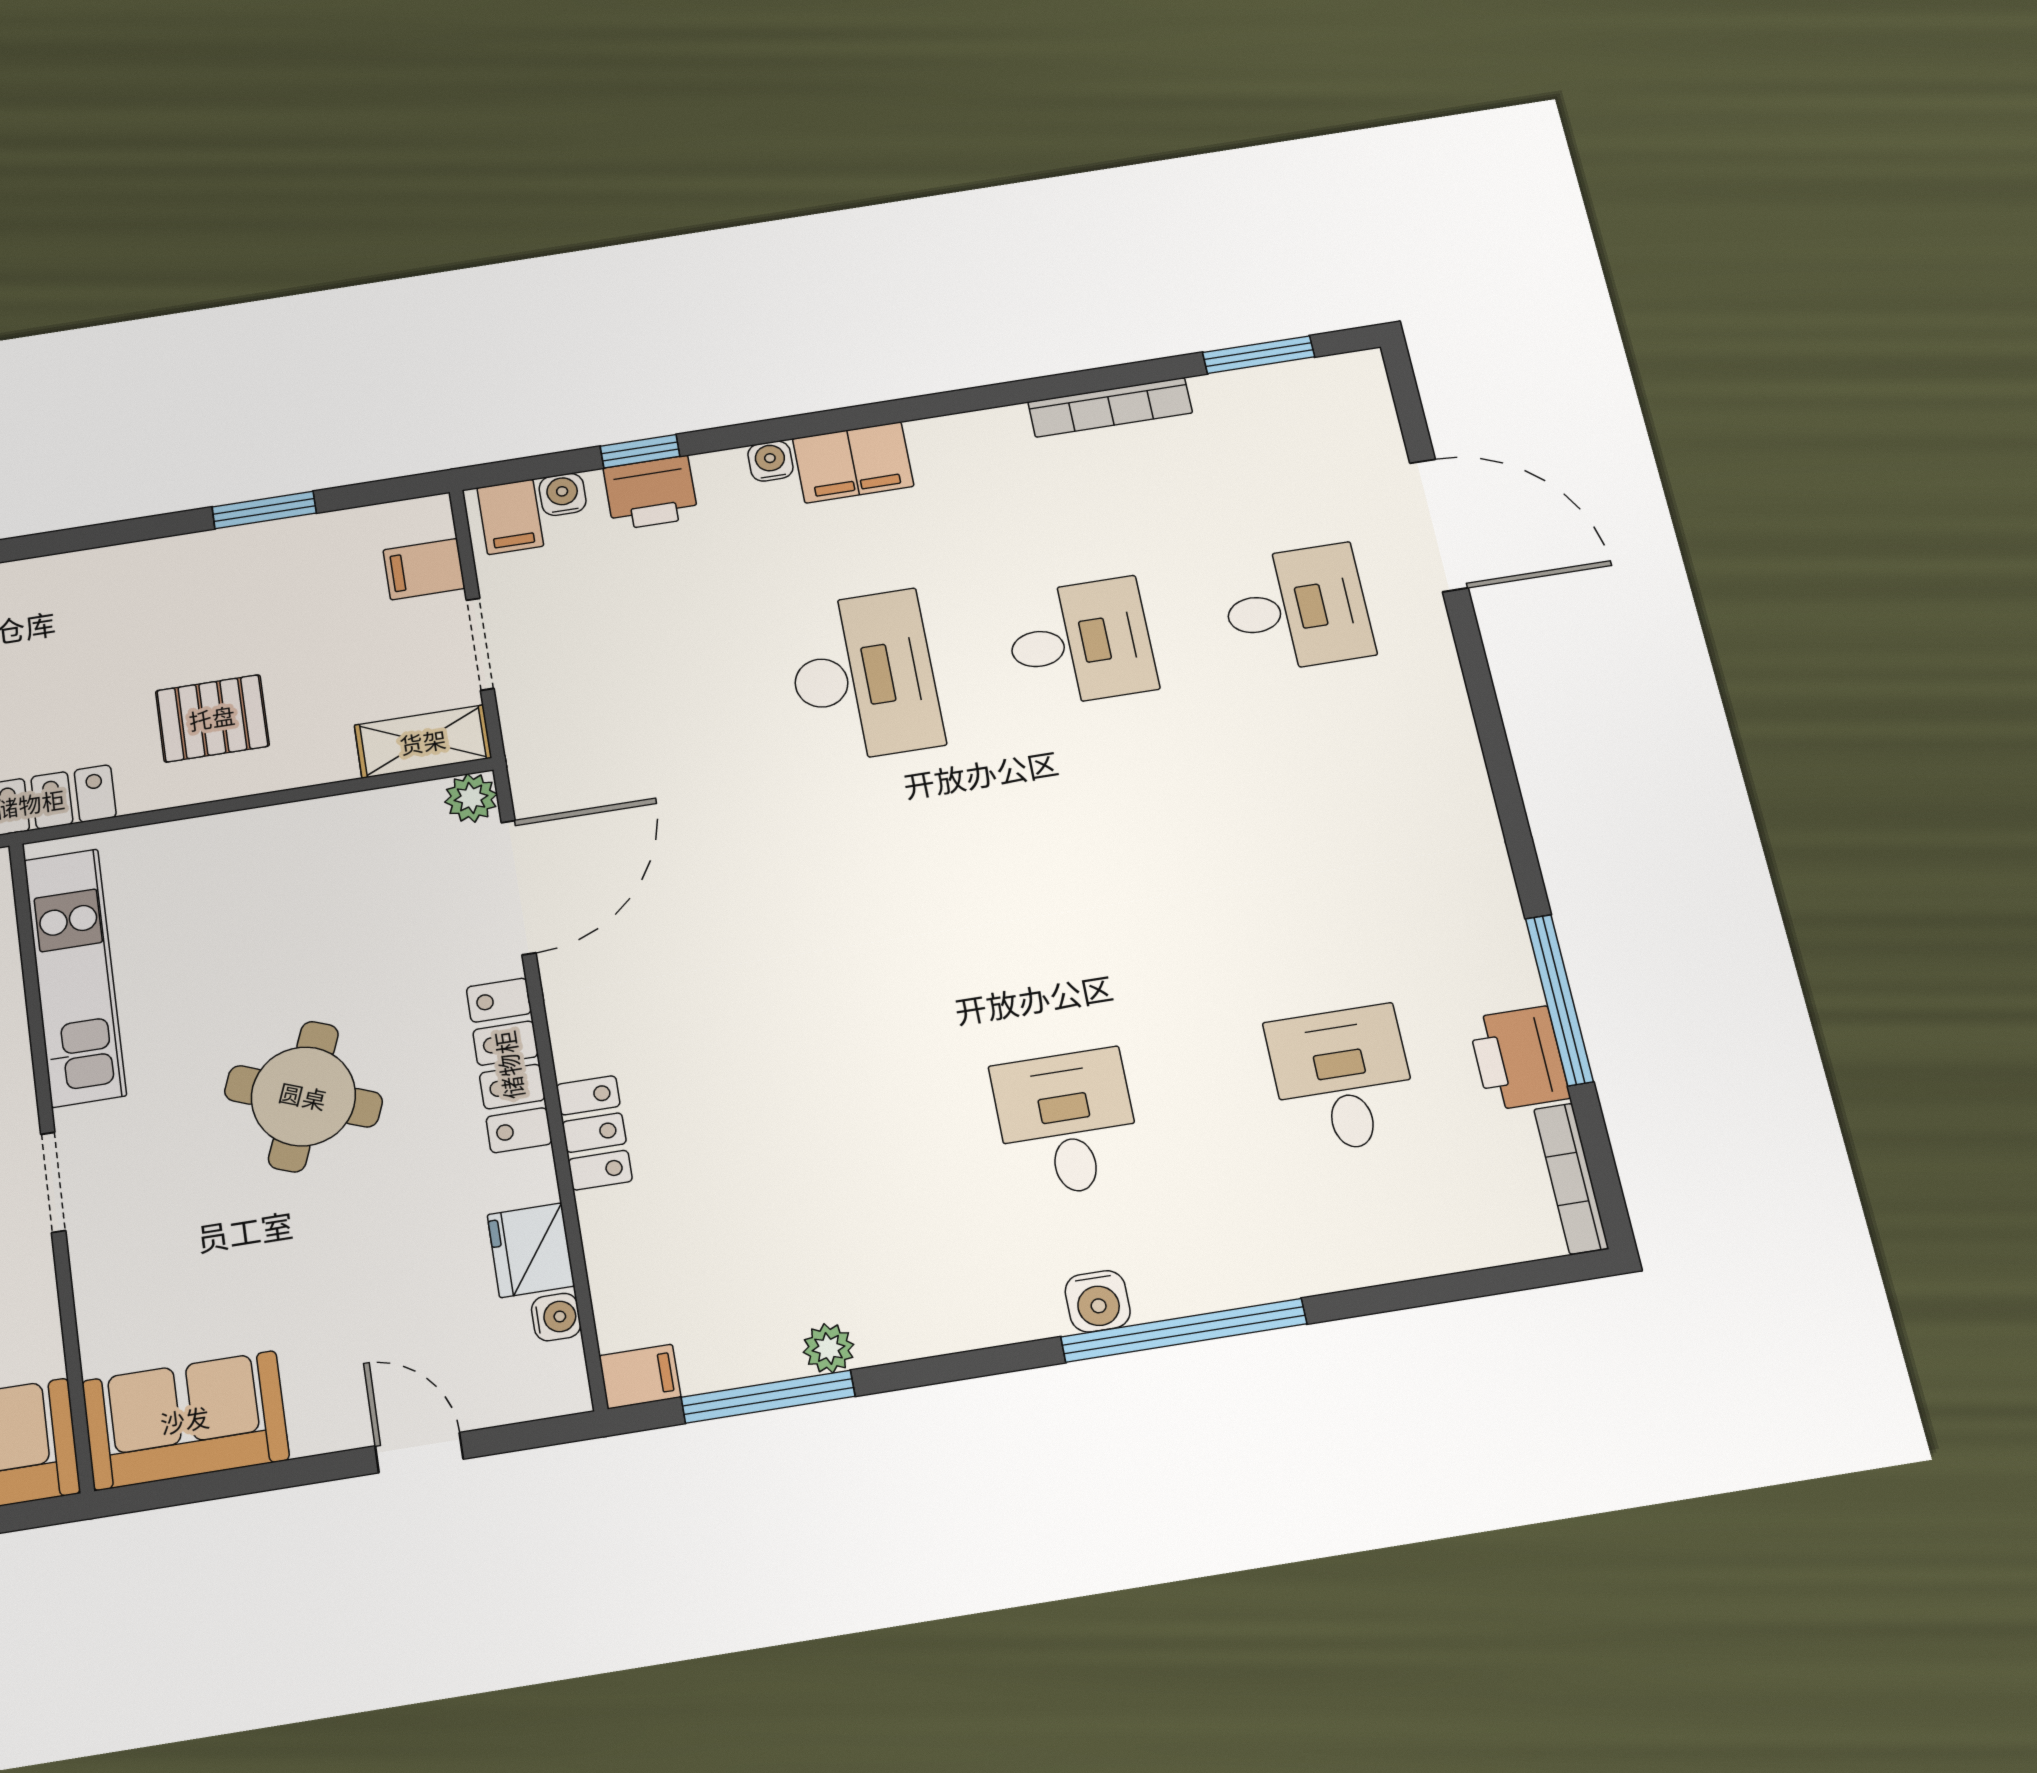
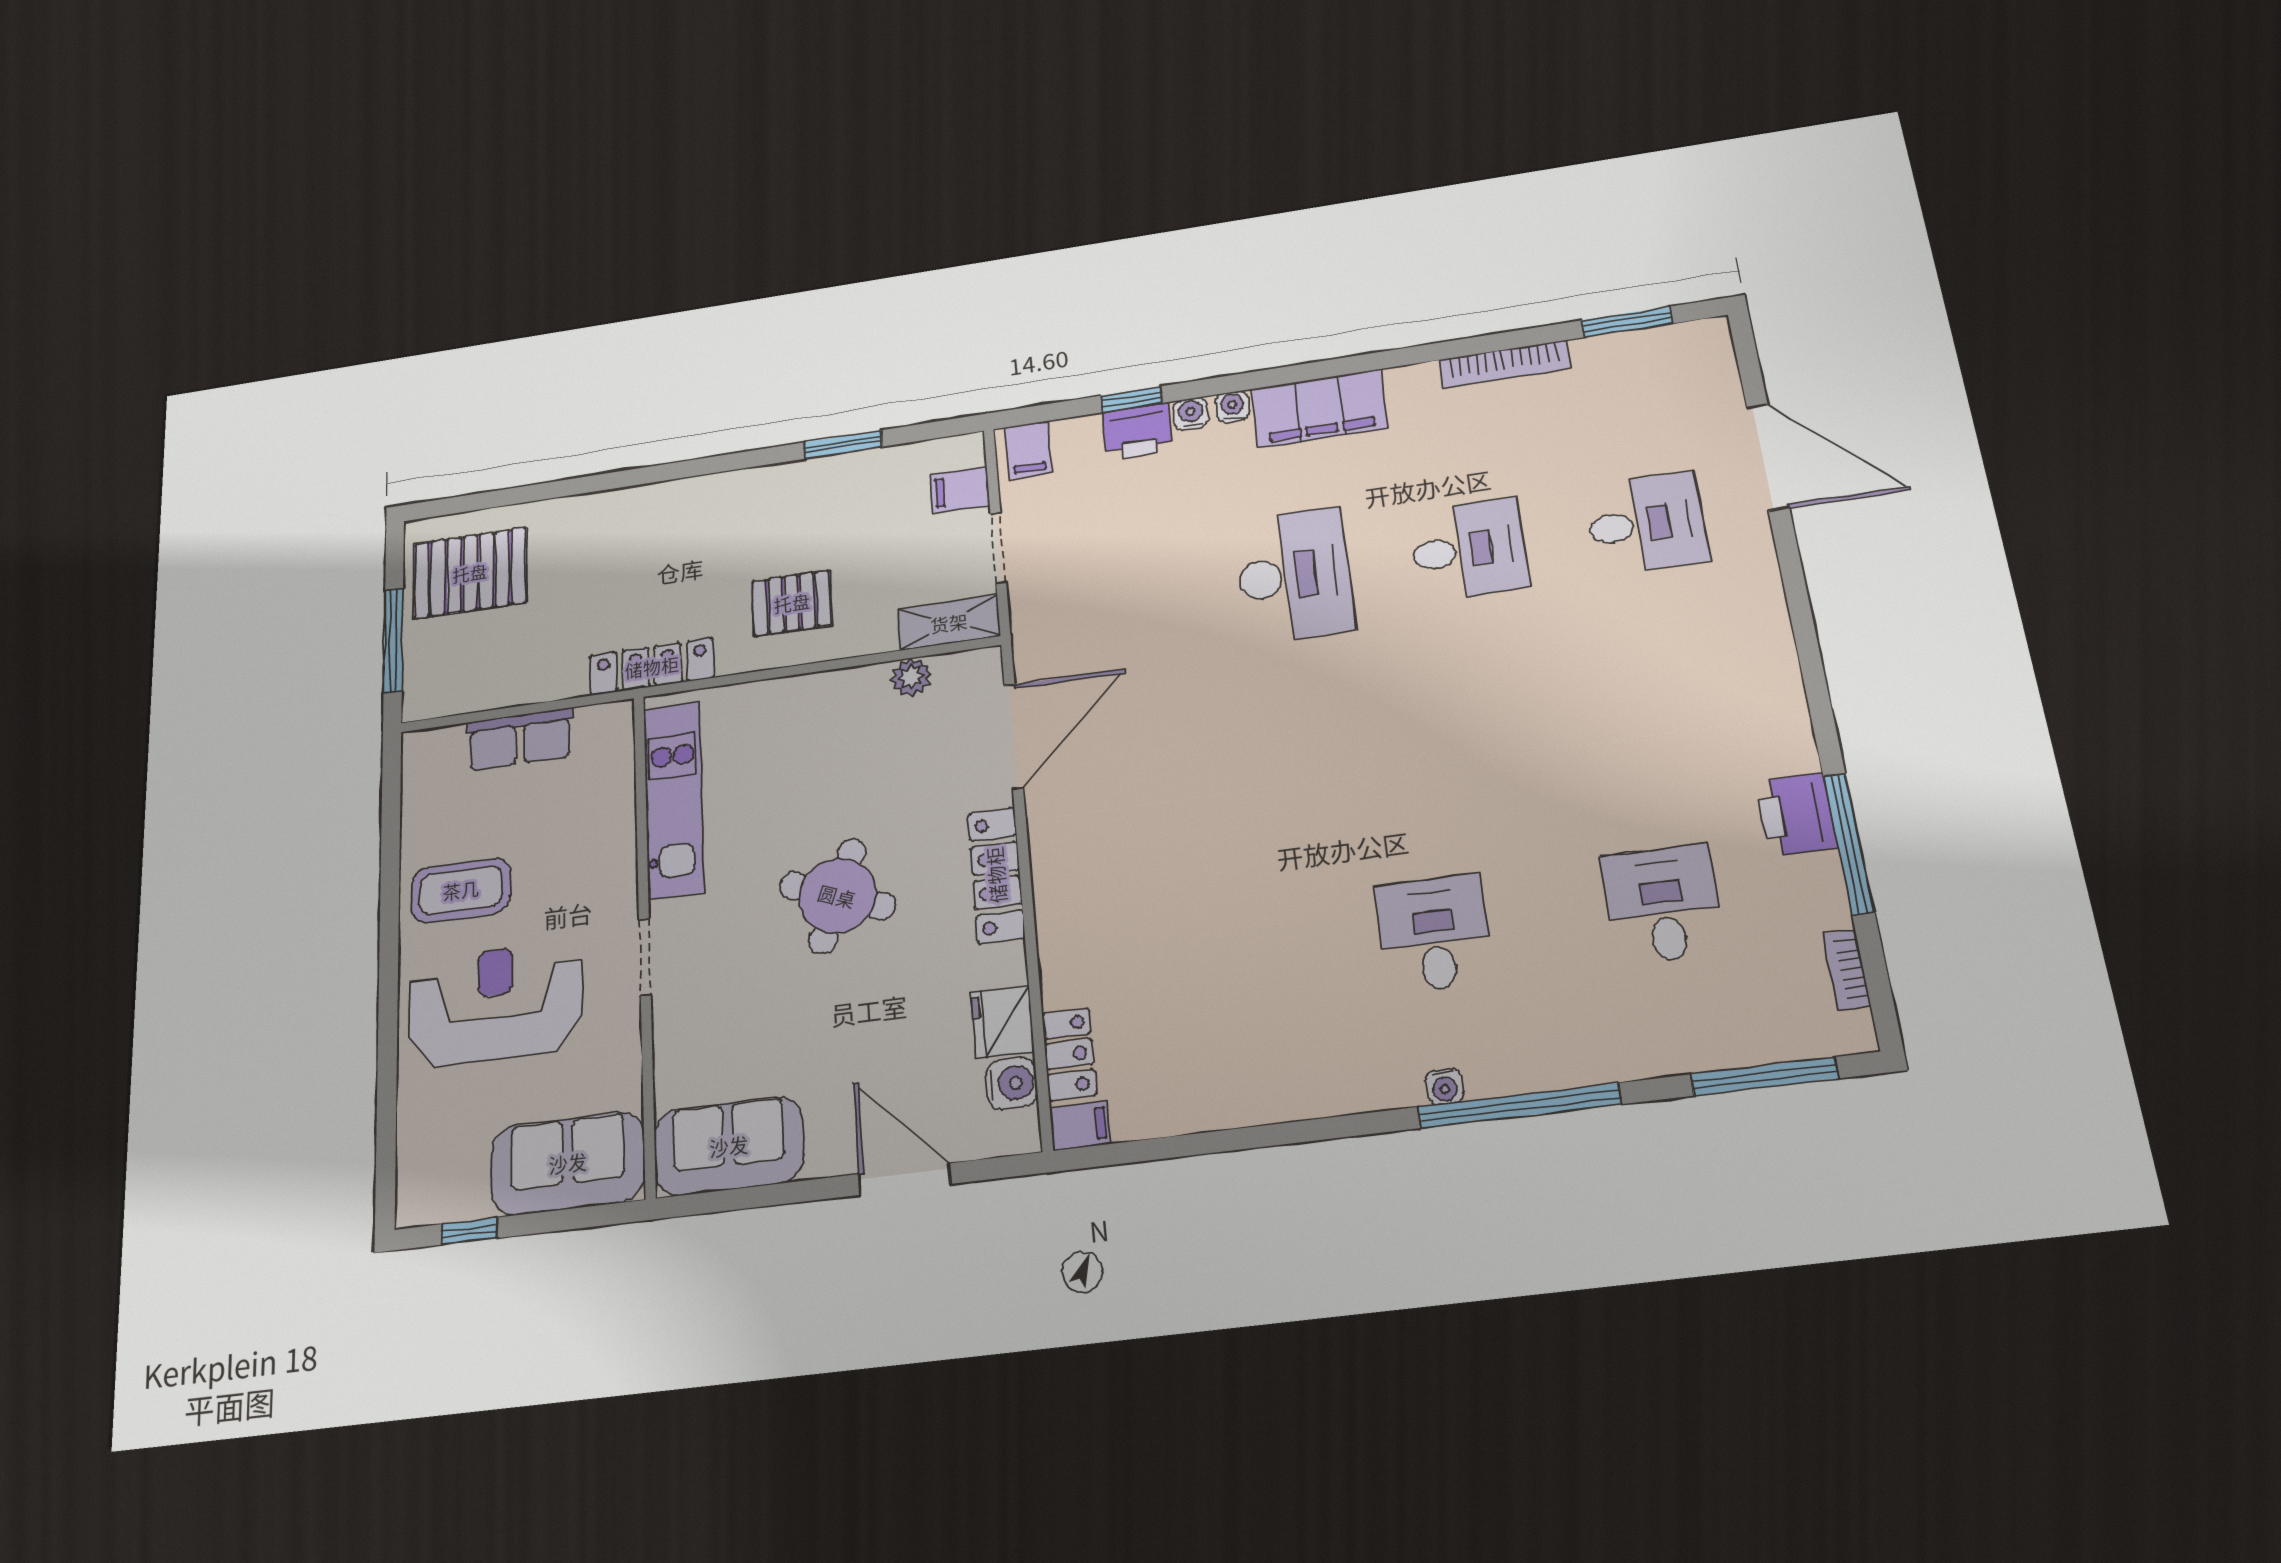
filing cabinet: (853, 462) -> (1319, 408), width x1.50, depth x1.17
water cooler: (563, 494) -> (1191, 414), moved
plant: (471, 798) -> (911, 677), moved
printer: (1519, 1058) -> (1796, 815), moved
locker: (594, 1133) -> (1069, 1054), moved
bookcase: (1571, 1178) -> (1847, 970), width x0.64
water cooler: (1098, 1301) -> (1445, 1086), width x0.72, depth x0.72
water cooler: (556, 1317) -> (1012, 1083), width x1.38, depth x1.38
plant: (829, 1348) -> (1231, 1109), removed
window: (768, 1397) -> (1764, 1076), moved
door: (419, 1453) -> (904, 1179), width x1.38

